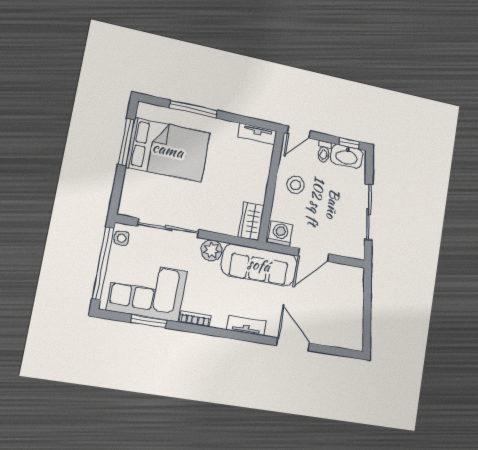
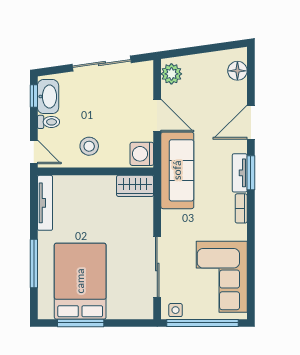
tv unit: (257, 134) -> (45, 203), width x1.41
plant: (212, 250) -> (171, 74), moved
bookcase: (195, 319) -> (241, 208), moved
window: (149, 321) -> (251, 173), moved
floor lamp: (343, 339) -> (237, 71), added

